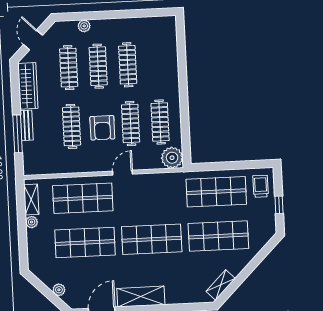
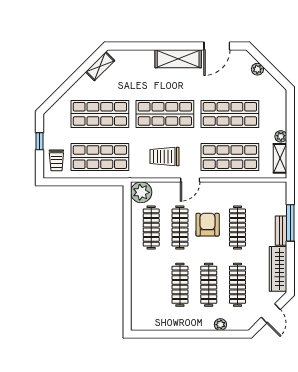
trolley: (150, 195) -> (164, 157), added

